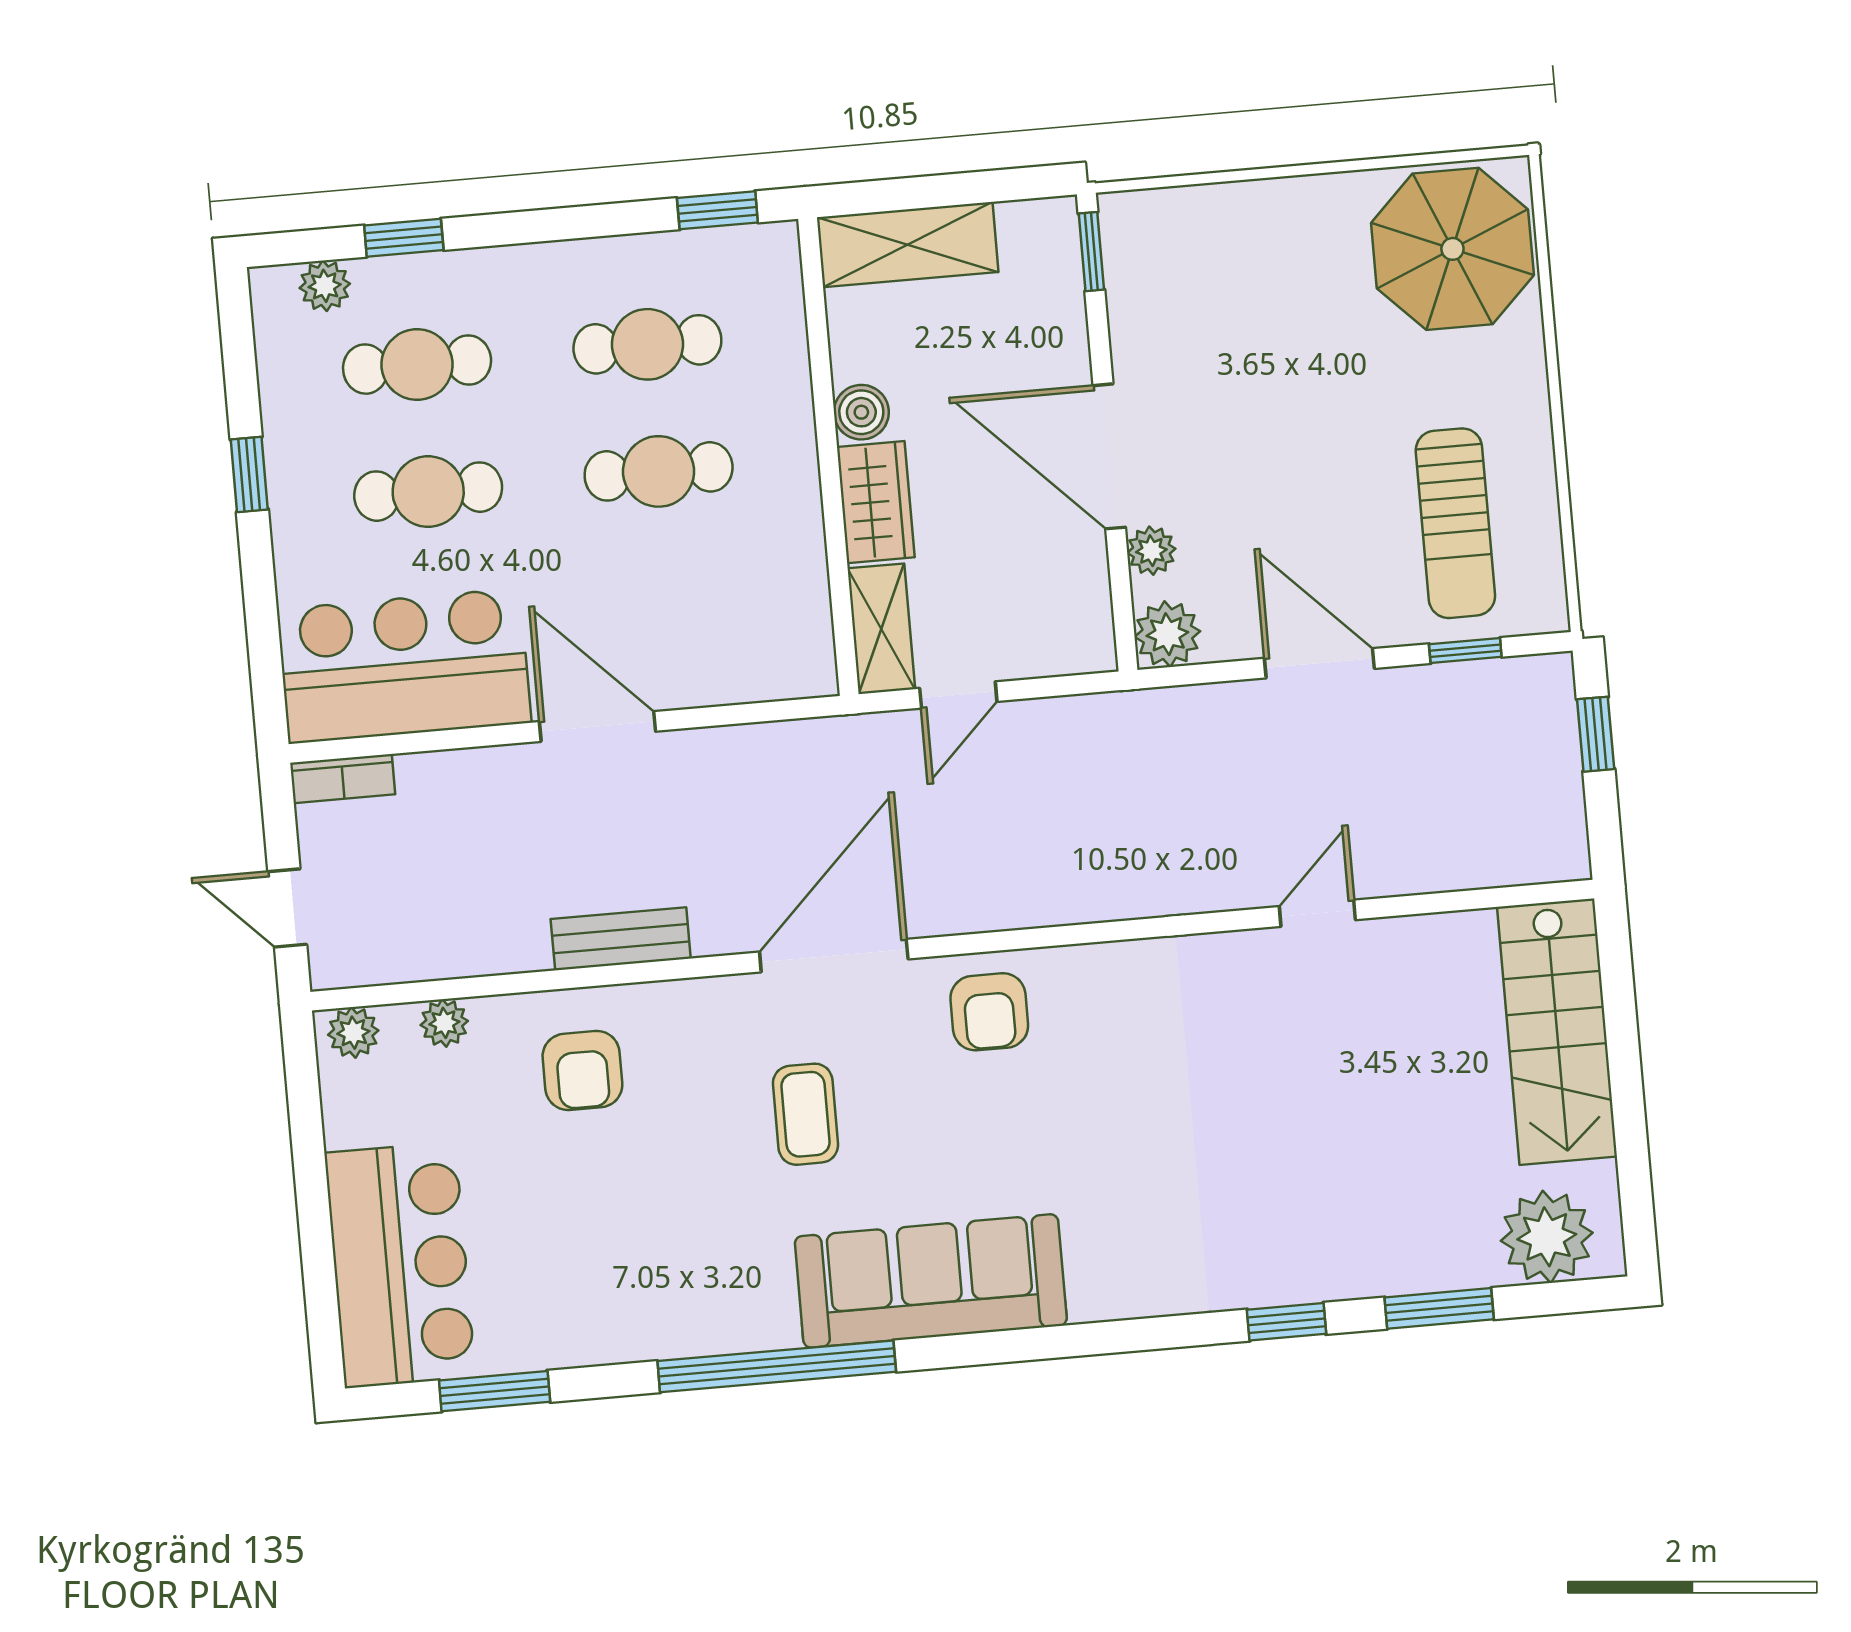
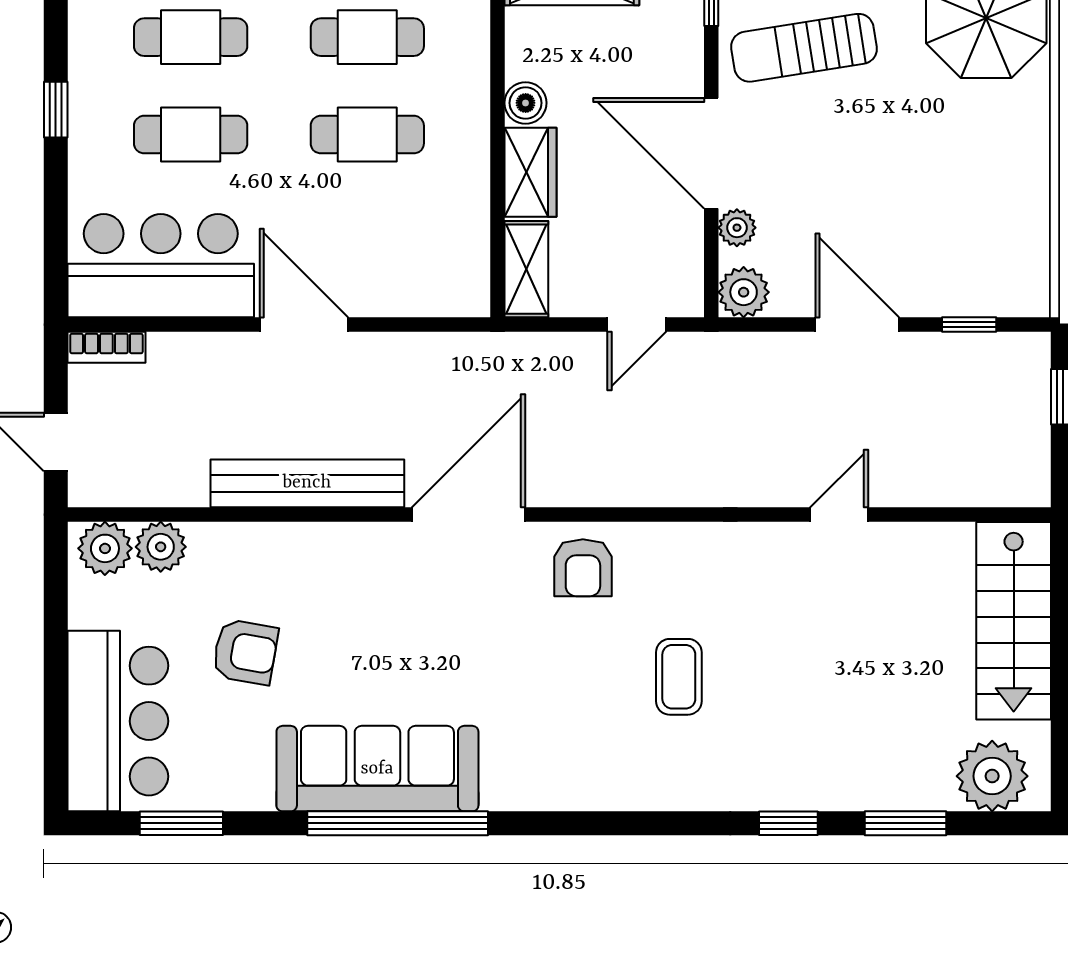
sun lounger: (1455, 523) -> (804, 48), moved, turned 81
door: (958, 695) -> (637, 325), moved
bench: (621, 939) -> (307, 483), width x1.86, depth x1.21
plant: (444, 1023) -> (161, 547), width x1.38, depth x1.38
plant: (353, 1033) -> (105, 548), width x1.38, depth x1.38
armchair: (582, 1071) -> (245, 652), moved, turned -80
coffee table: (805, 1114) -> (679, 677), moved
sofa: (931, 1281) -> (377, 769), moved

